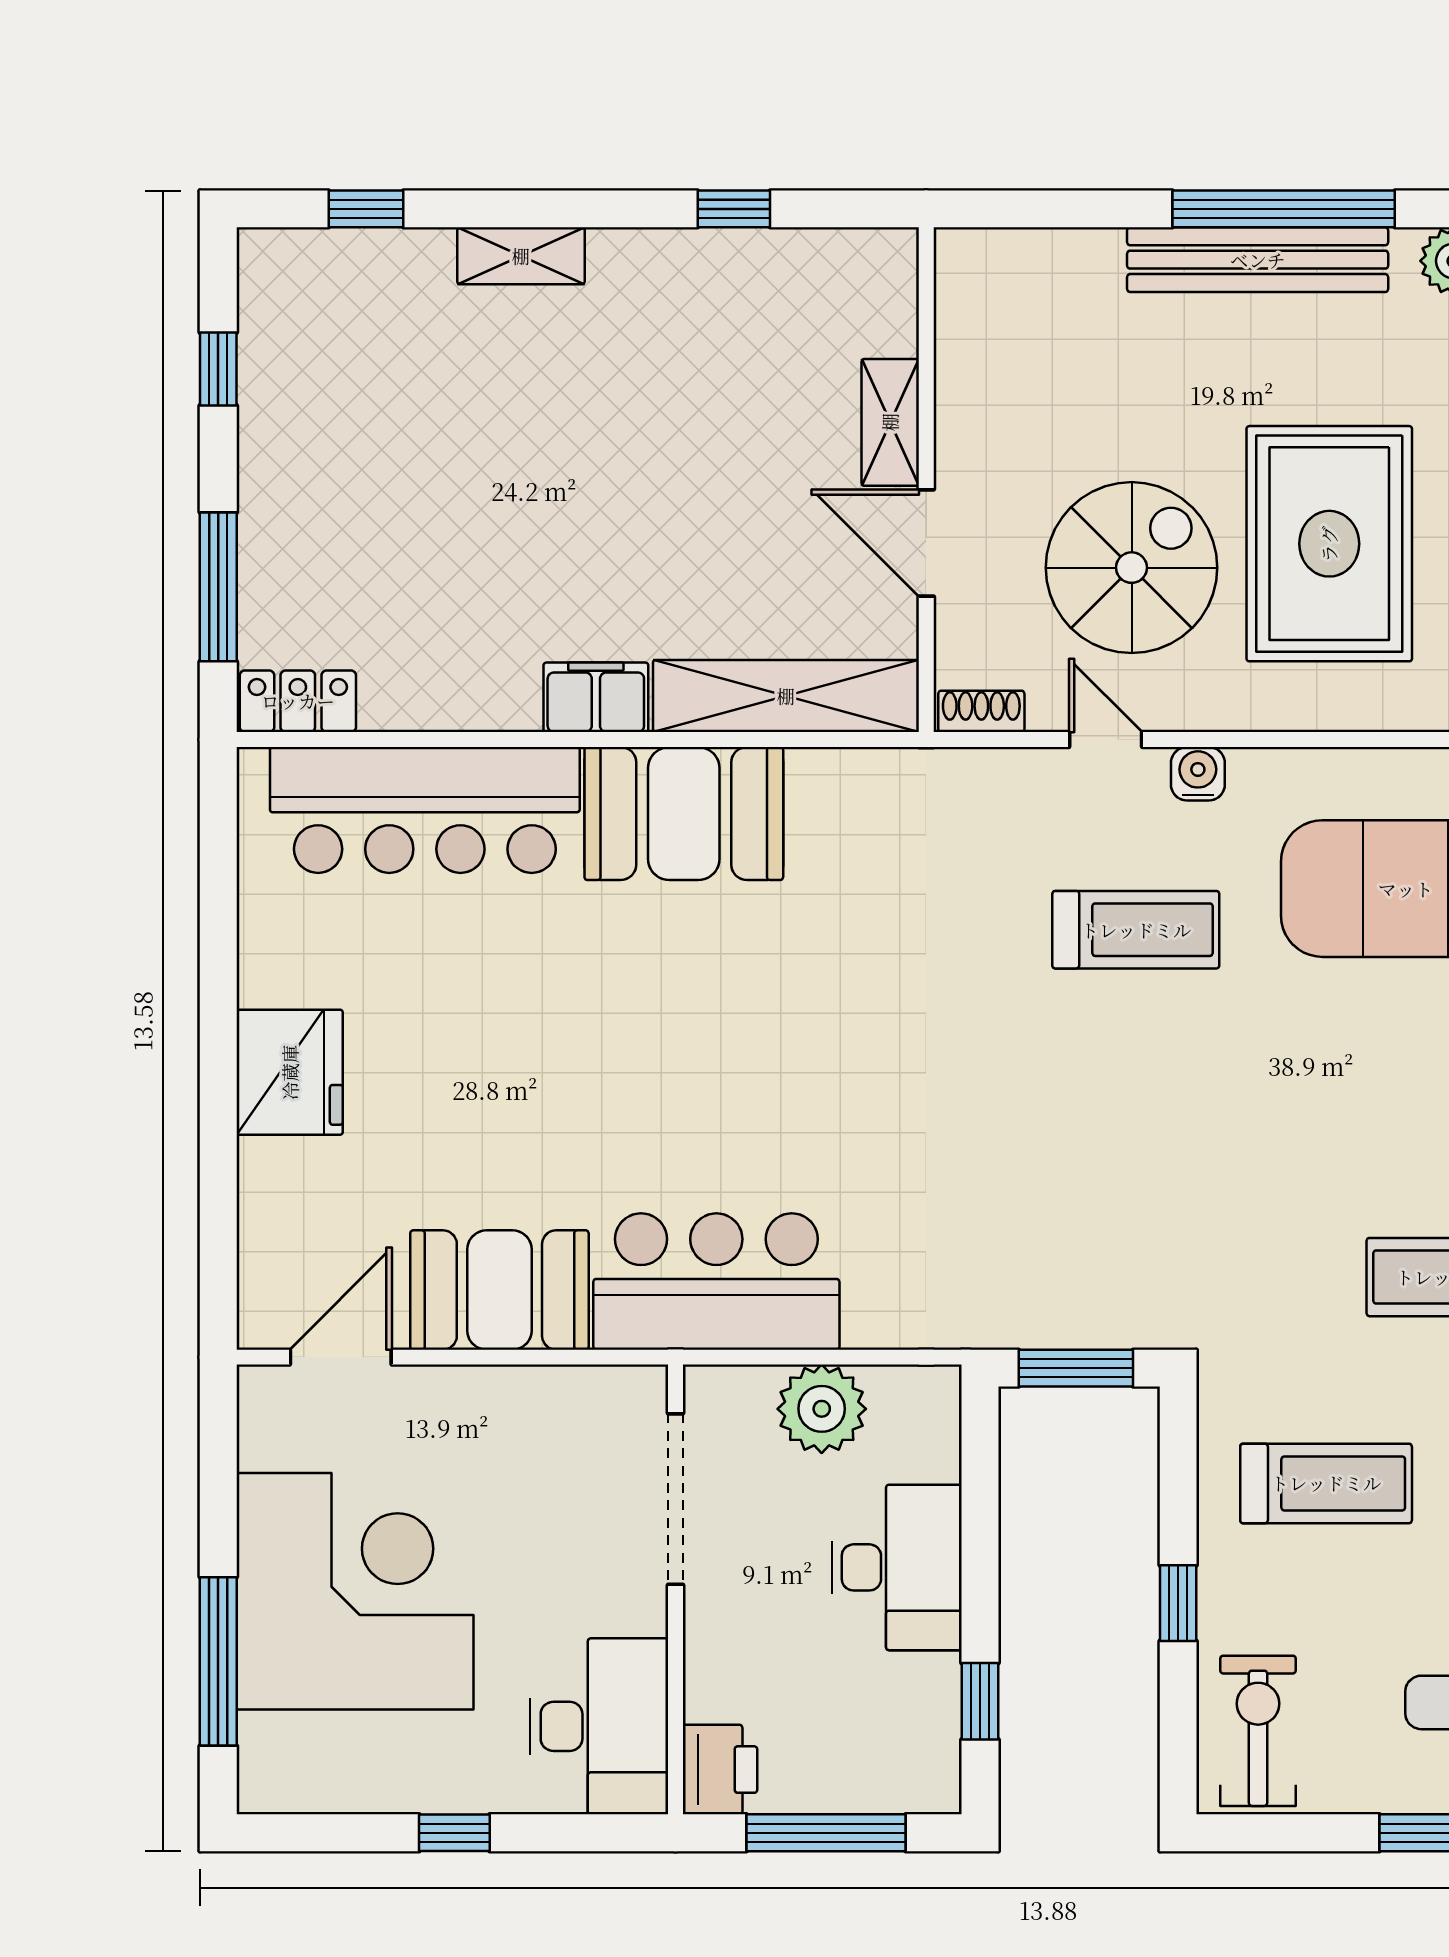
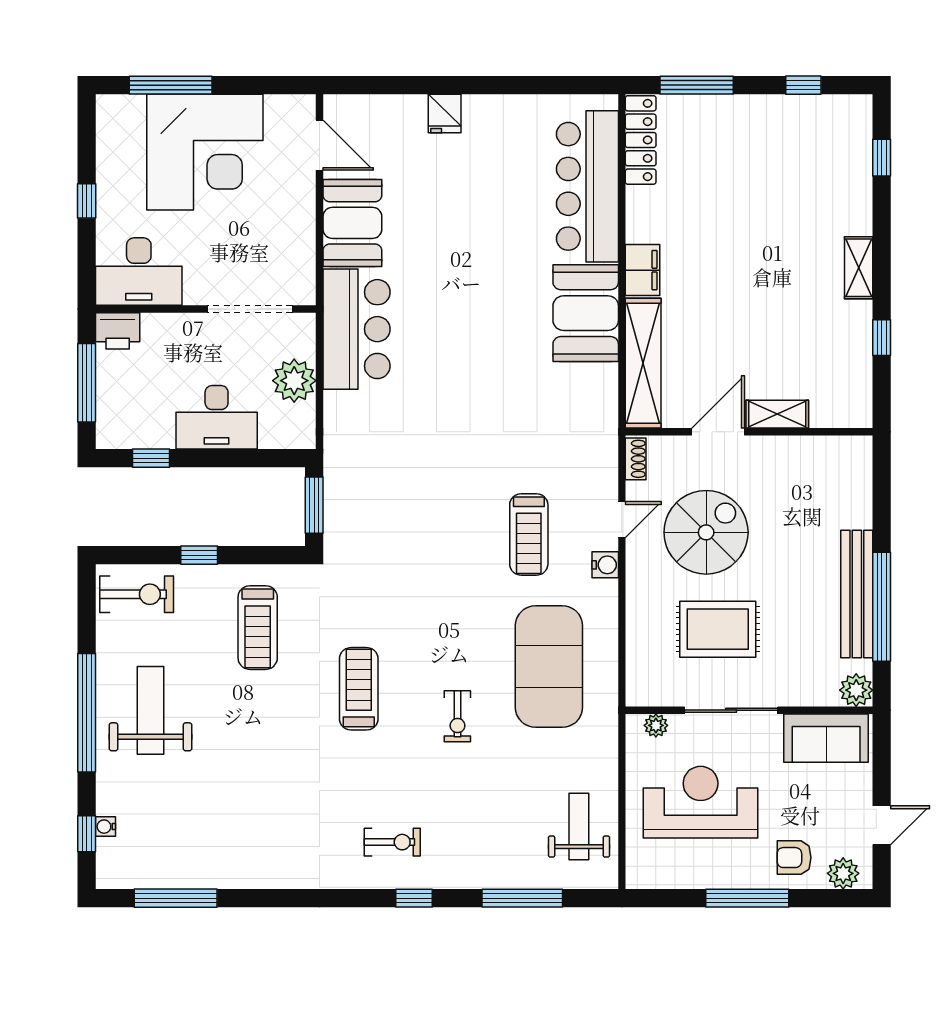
shelving: (521, 256) -> (859, 268), moved
rug: (1329, 544) -> (718, 629), width x0.73, depth x0.69
spiral stairs: (1132, 568) -> (706, 532), turned -90
locker: (298, 701) -> (641, 140), width x1.53
fridge: (290, 1072) -> (445, 114), width x0.53, depth x0.75

